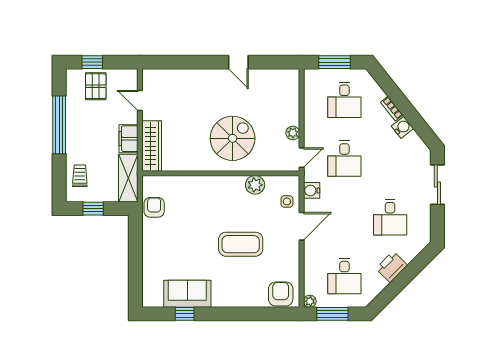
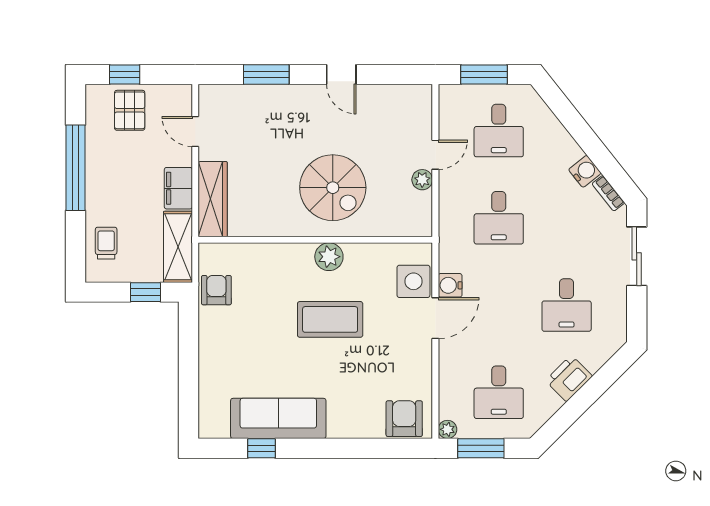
window: (188, 62) -> (266, 75), added
bookcase: (392, 109) -> (608, 193), moved
spiral stairs: (233, 138) -> (333, 188), turned 90
door: (302, 158) -> (435, 155), moved
plant: (255, 185) -> (329, 257), moved
water cooler: (312, 190) -> (450, 285), moved
side table: (287, 201) -> (413, 281), width x1.87, depth x1.87
window: (93, 209) -> (145, 292), moved
coffee table: (241, 244) -> (330, 319), moved
sofa: (187, 294) -> (278, 418), width x1.36

